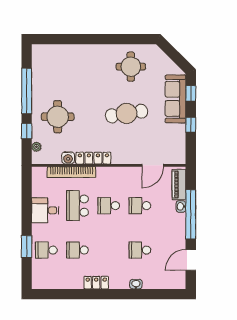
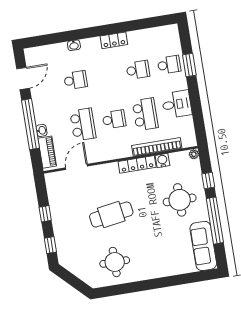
sofa: (175, 99) -> (203, 246), moved, turned 180
plant: (36, 147) -> (194, 154), moved
school desk: (140, 206) -> (83, 124), width x1.85

